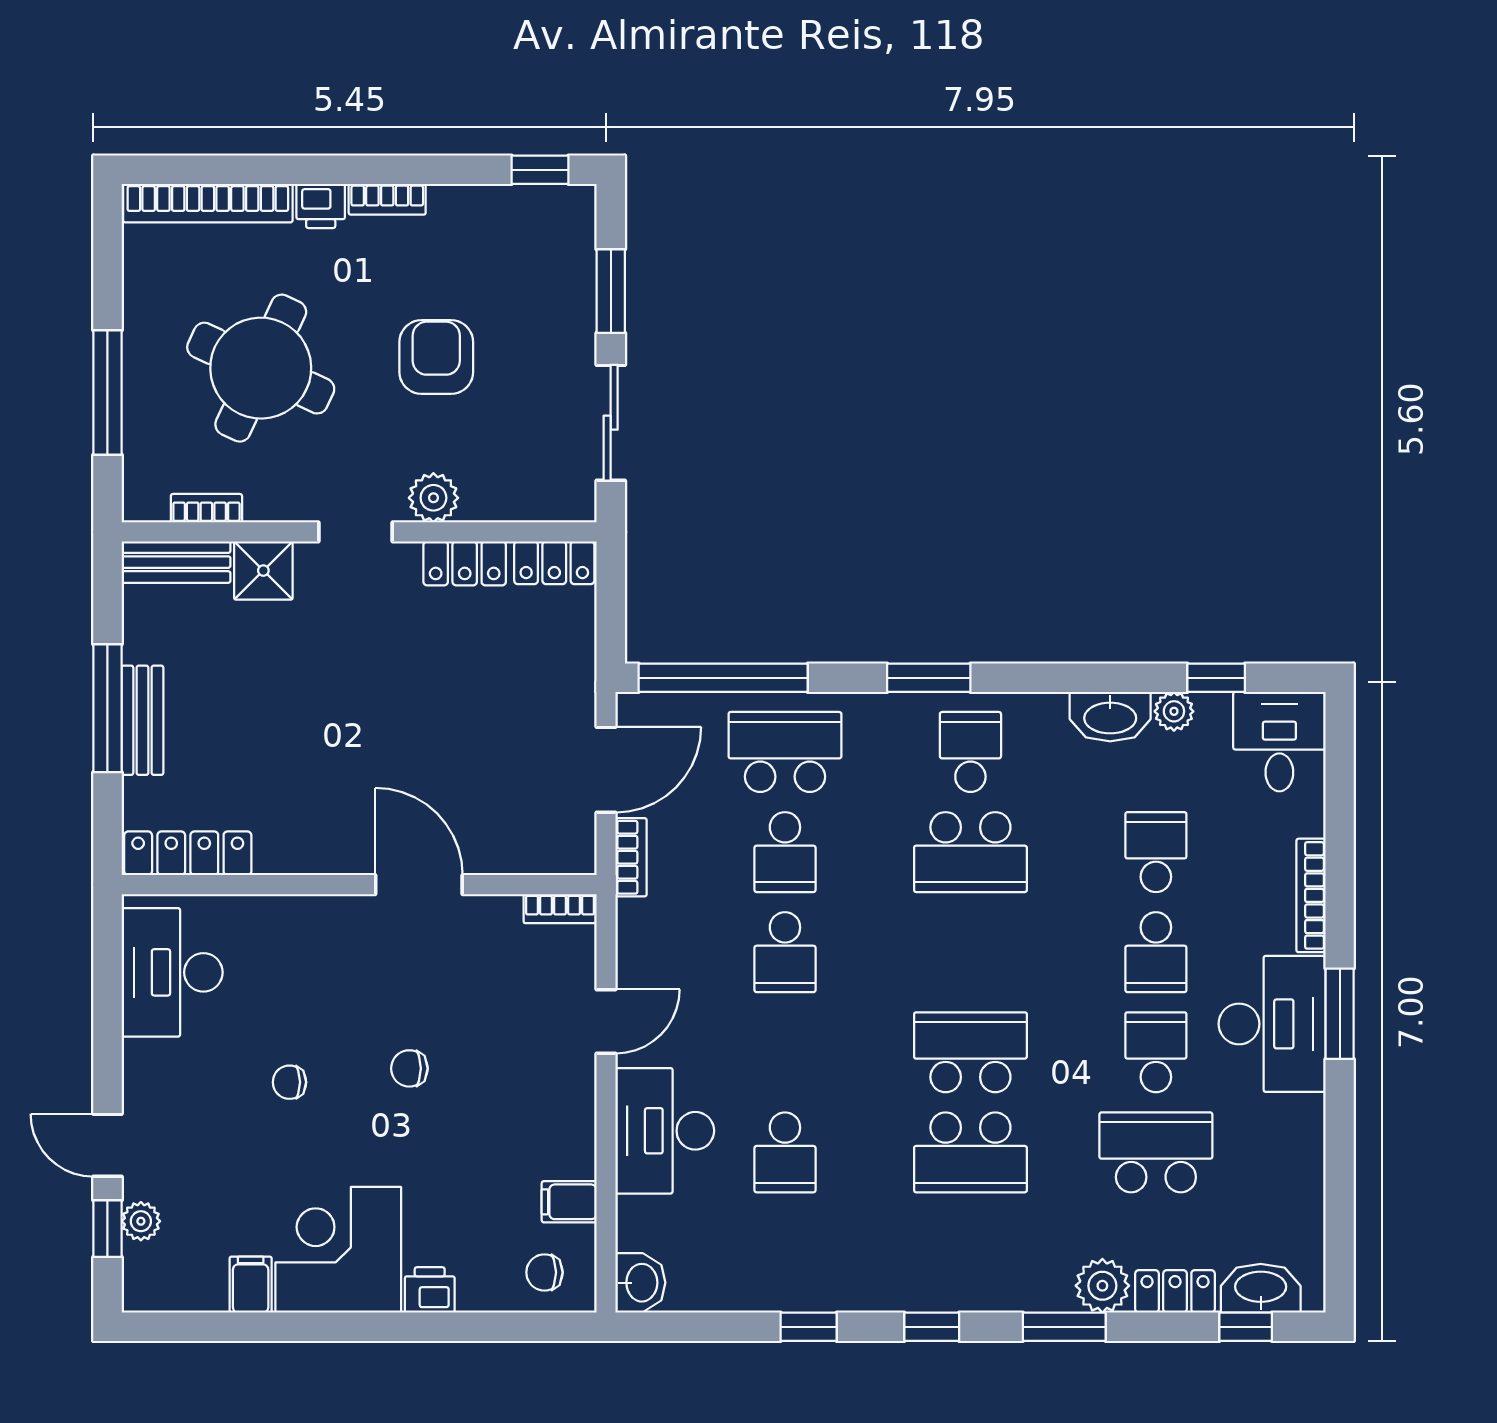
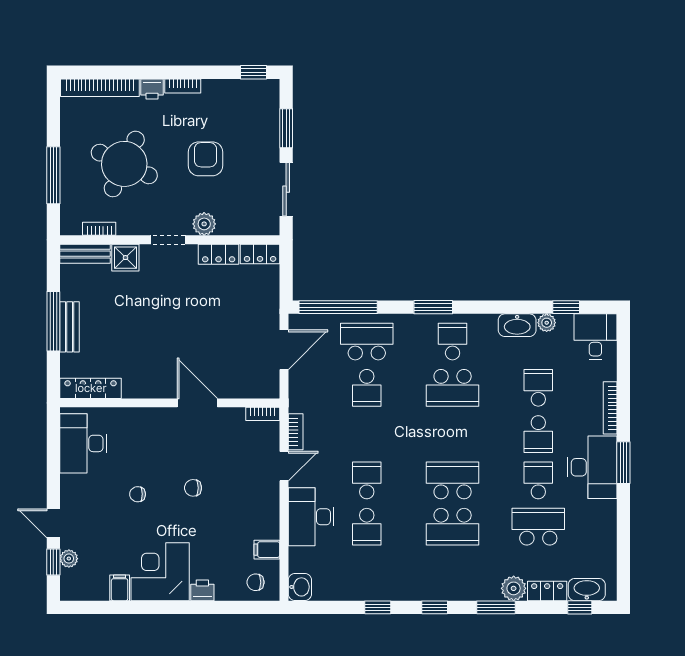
bookcase: (631, 857) -> (296, 432), moved
school desk: (785, 952) -> (367, 480), moved, turned 180

